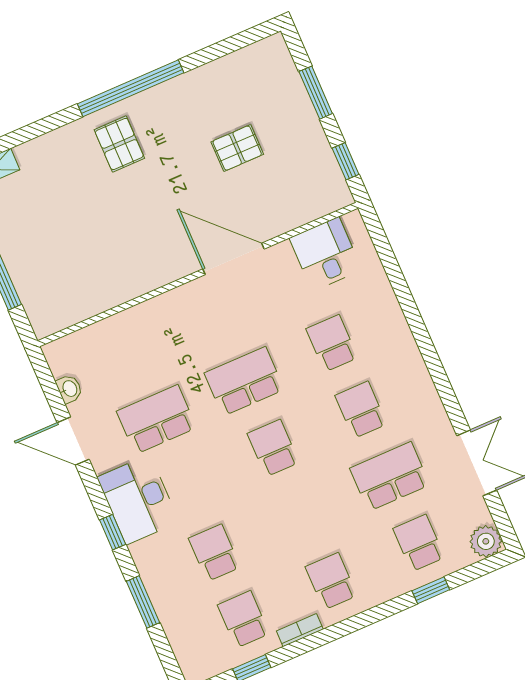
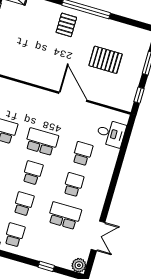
pallet: (237, 148) -> (106, 60), width x1.50, depth x1.42
desk: (326, 254) -> (111, 133), moved, turned 90
school desk: (419, 543) -> (24, 204), moved

